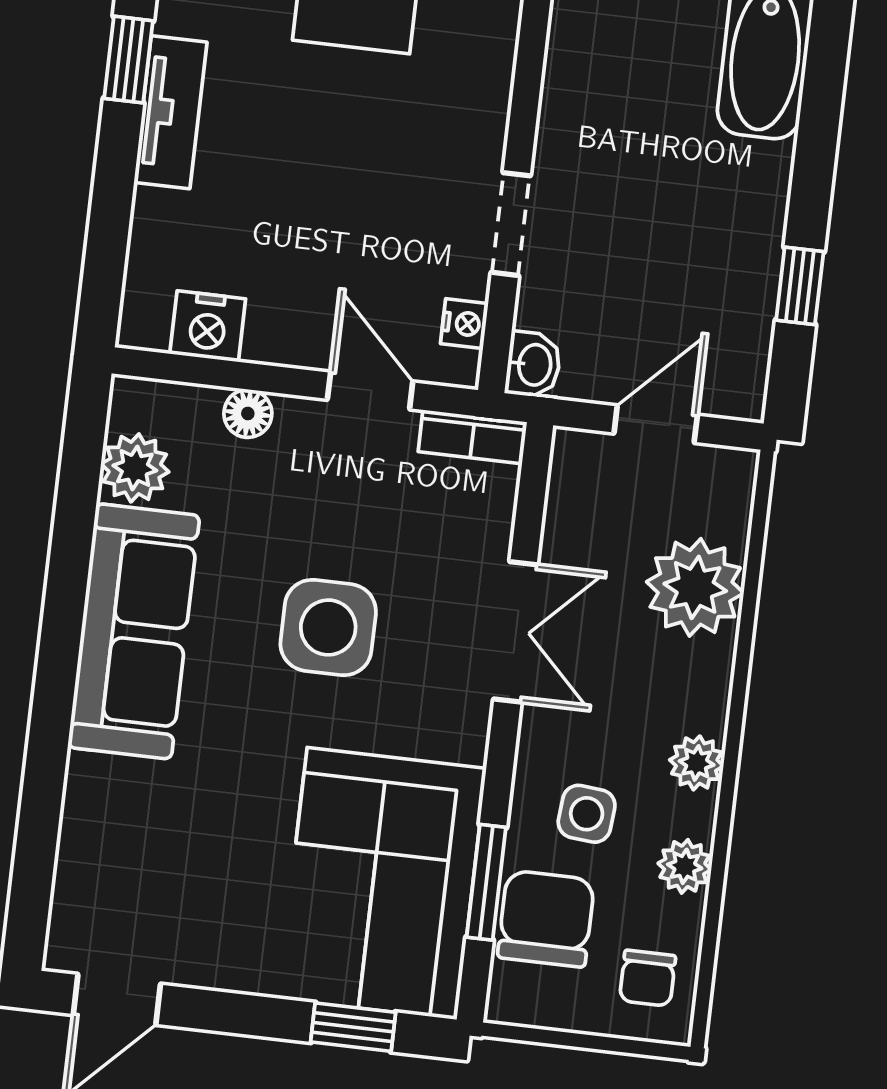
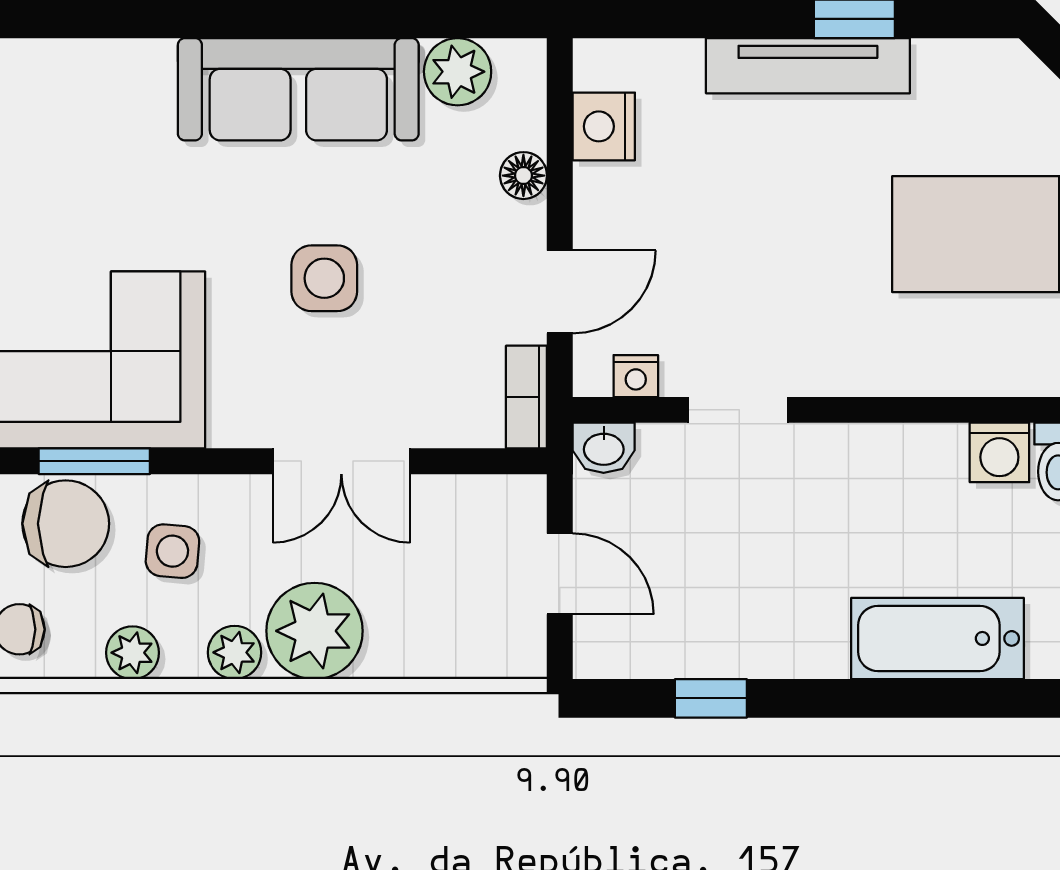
tv unit: (170, 112) -> (808, 66), width x1.41
plant: (695, 587) -> (315, 631), moved
side table: (328, 627) -> (324, 278), width x0.73, depth x0.73

